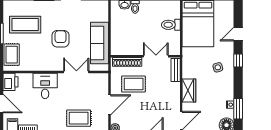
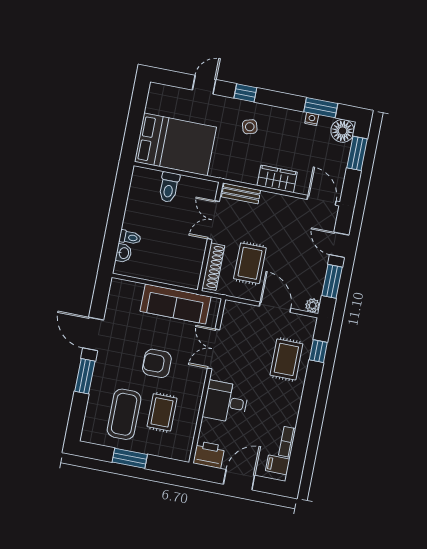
door: (238, 34) -> (204, 85), swing flipped
rug: (12, 55) -> (162, 412), moved, turned 90

